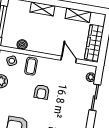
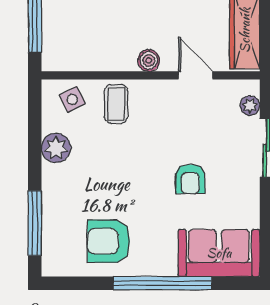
boiler: (22, 45) -> (149, 60), moved
armchair: (42, 92) -> (190, 179), moved

